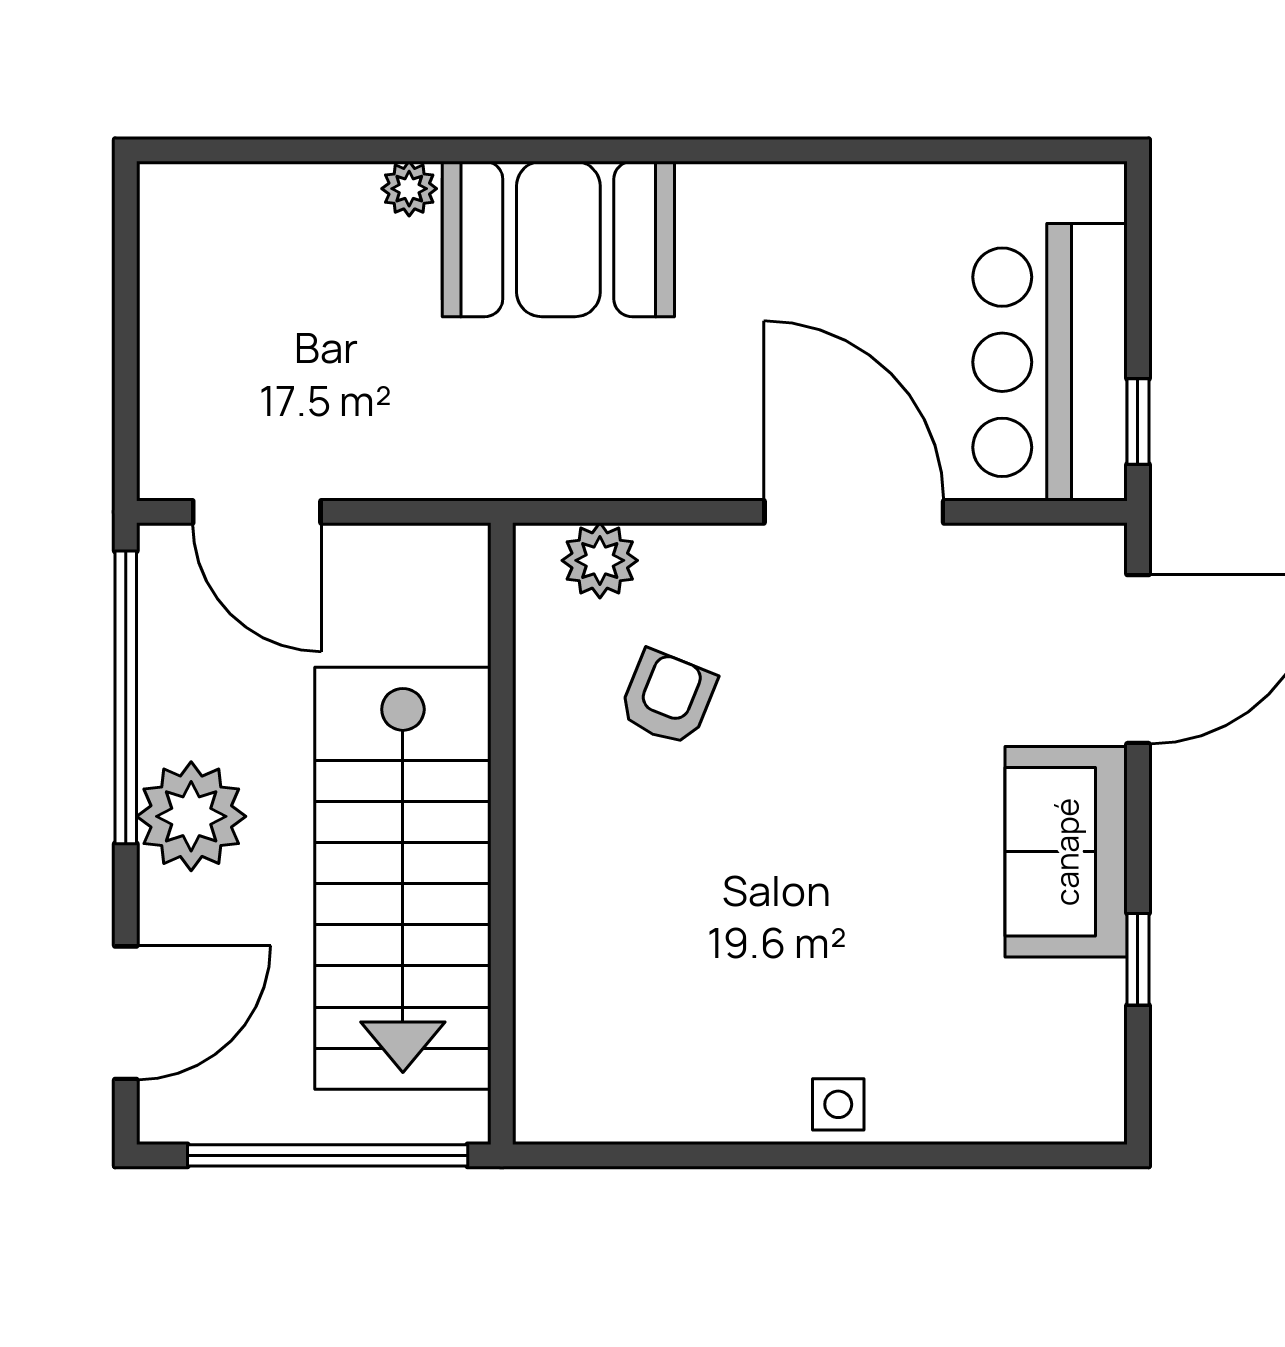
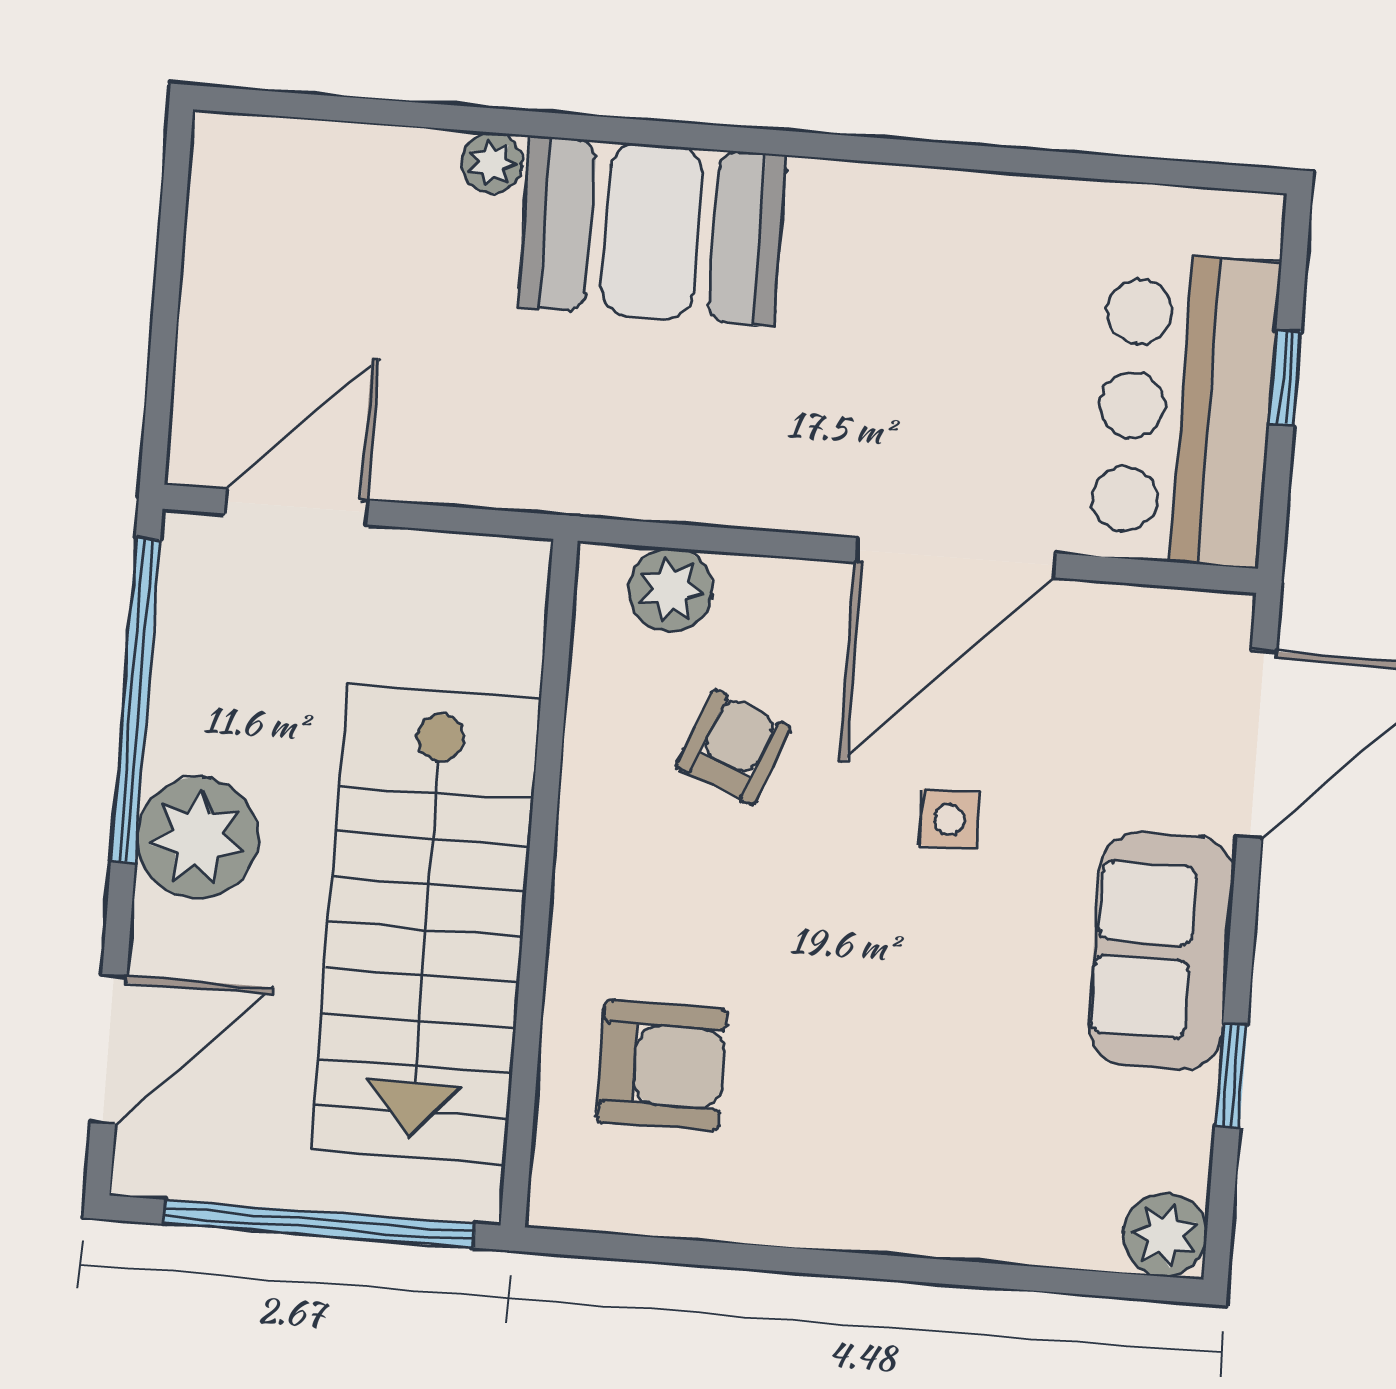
window: (1138, 422) -> (1285, 378), moved
door: (257, 512) -> (296, 507), swing flipped
door: (854, 512) -> (955, 558), swing flipped
armchair: (625, 989) -> (662, 1065), added
side table: (838, 1104) -> (949, 819), moved
plant: (1089, 1107) -> (1165, 1235), added

